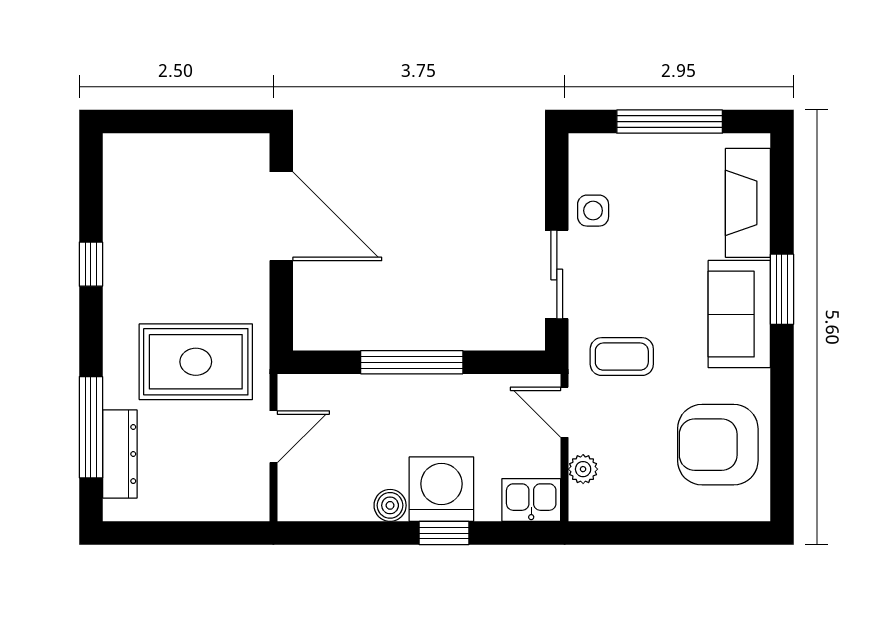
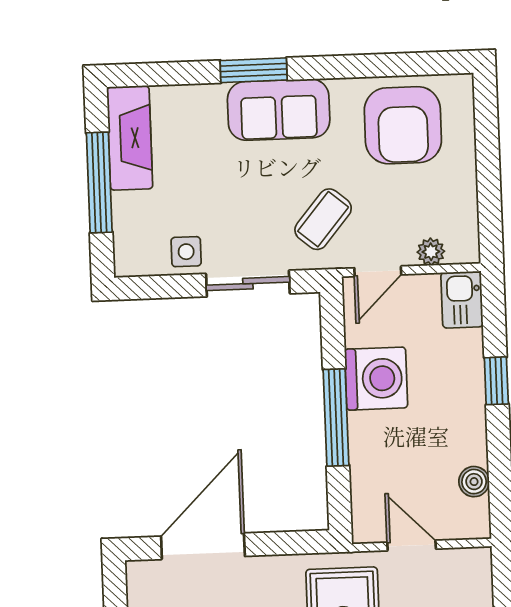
fireplace: (748, 203) -> (130, 138), moved, turned -90
coffee table: (622, 357) -> (323, 219), turned 40
washing machine: (441, 489) -> (376, 379), moved, turned 180
boiler: (390, 505) -> (474, 482), moved

